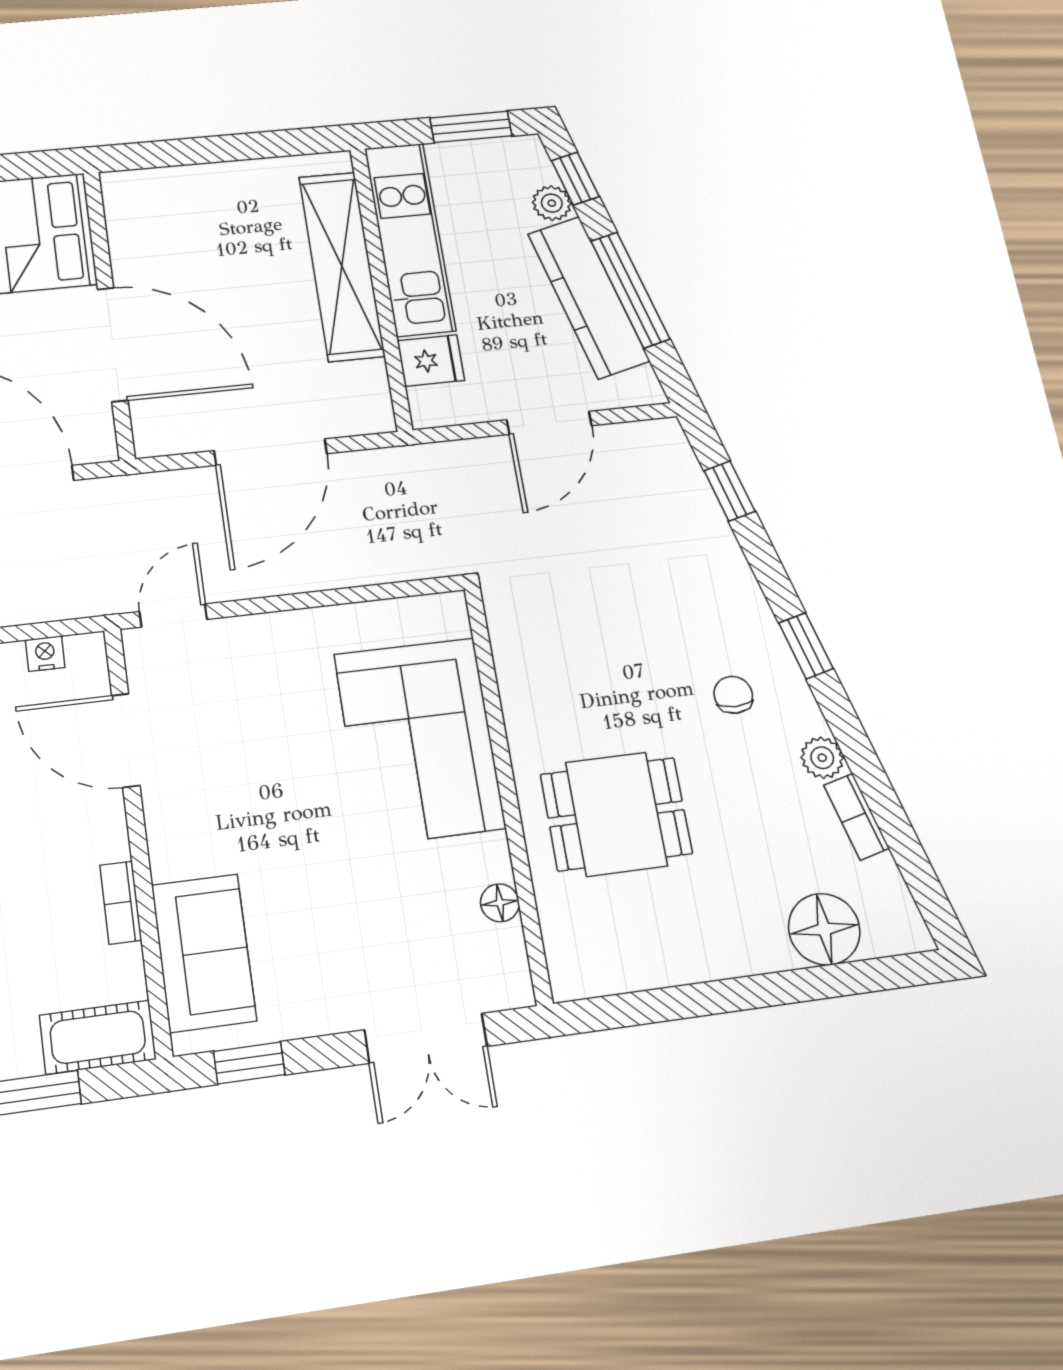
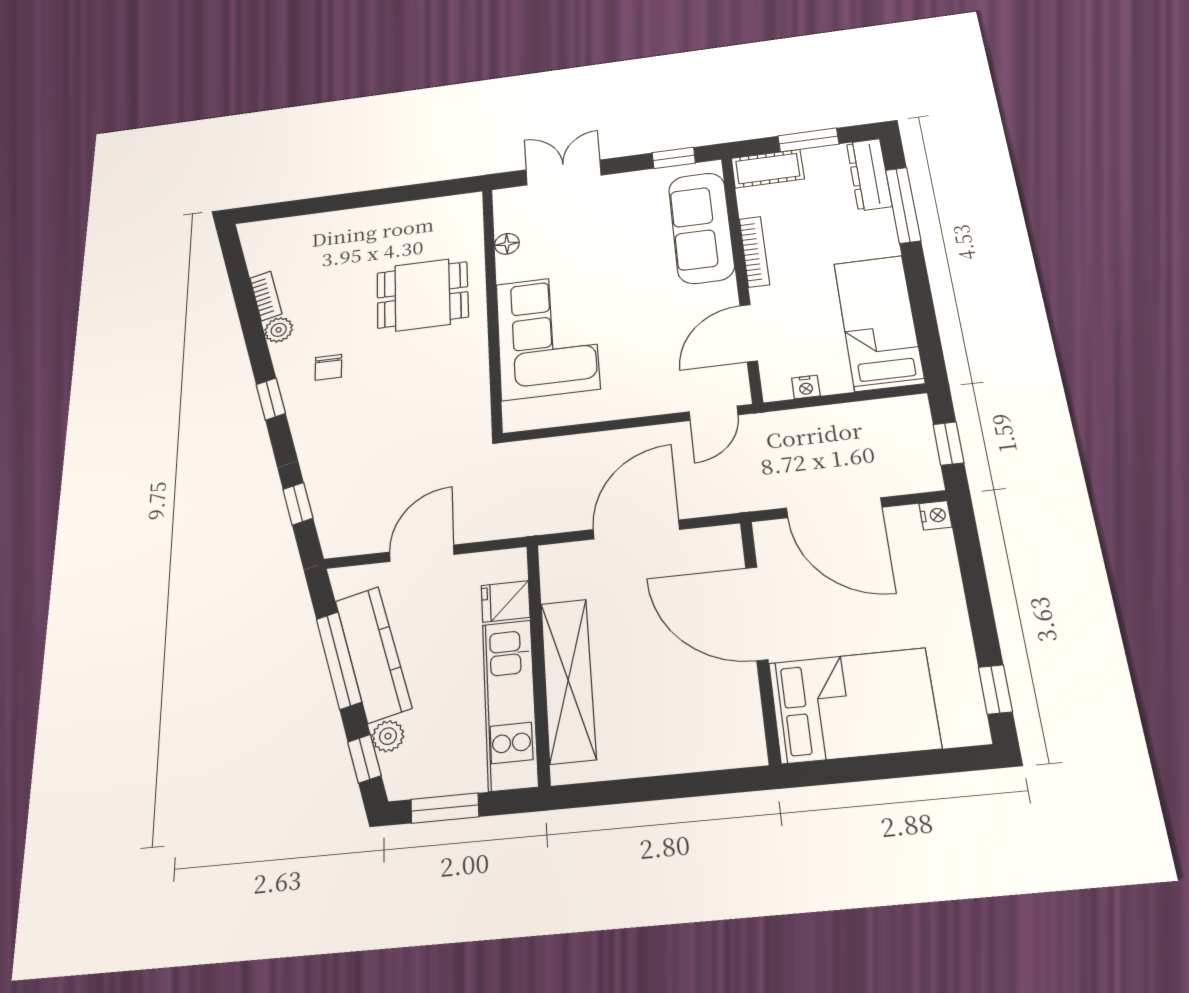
door: (126, 740) -> (749, 333), swing flipped
bookcase: (121, 903) -> (754, 252), width x1.56
floor lamp: (824, 929) -> (304, 234), removed
sofa: (204, 953) -> (701, 228), width x1.36

